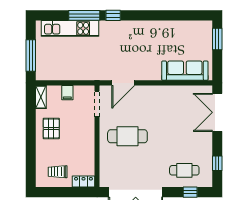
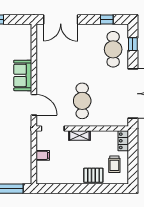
sofa: (185, 71) -> (23, 75), moved, width x0.73
shelving: (41, 97) -> (79, 135), moved
pallet: (51, 129) -> (93, 175), moved
cafe table: (184, 170) -> (113, 49), width x1.37, depth x1.35

